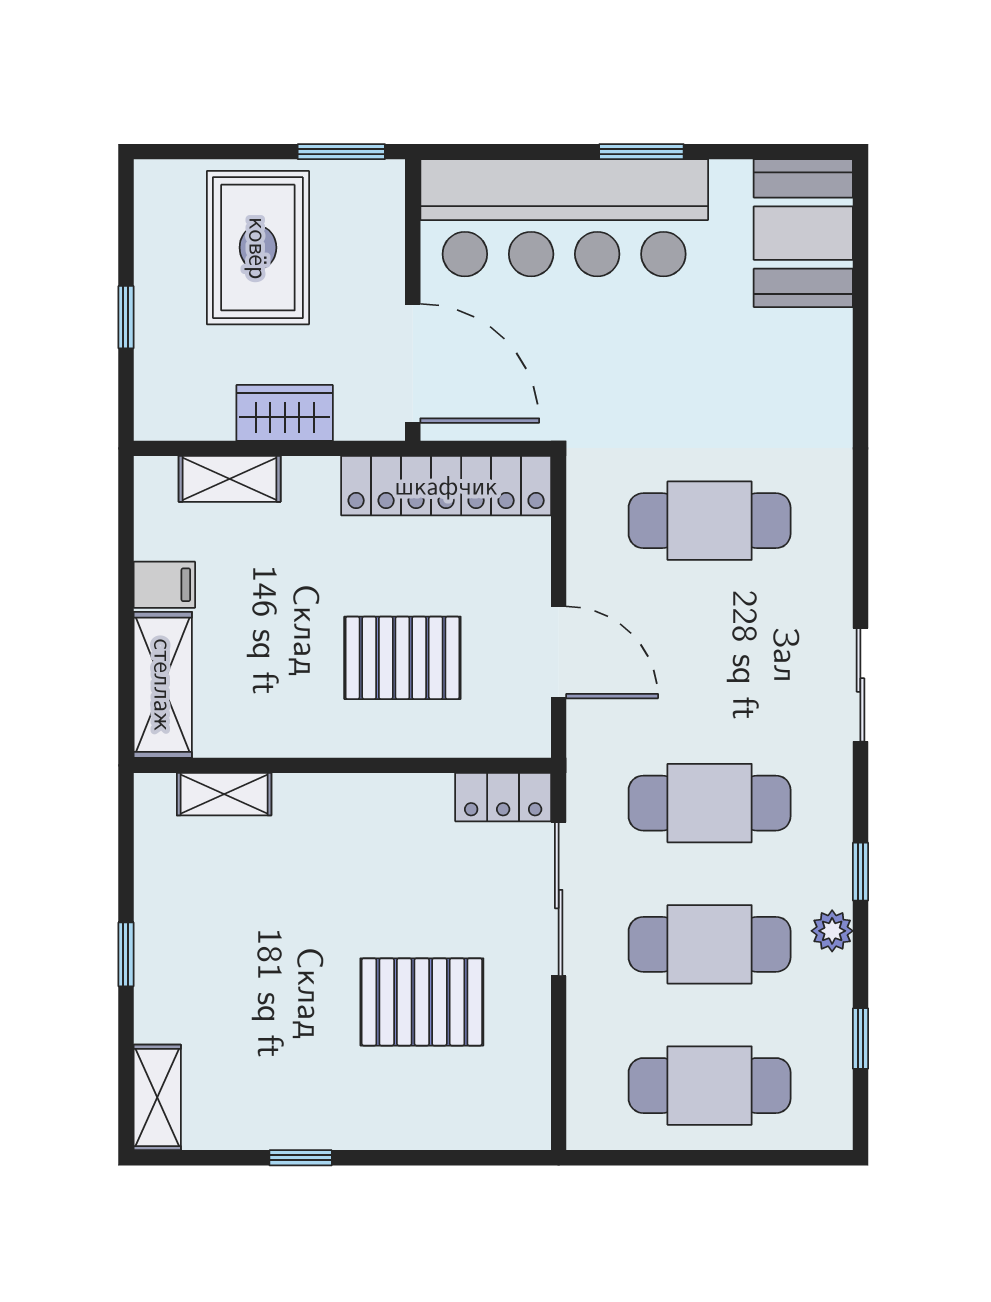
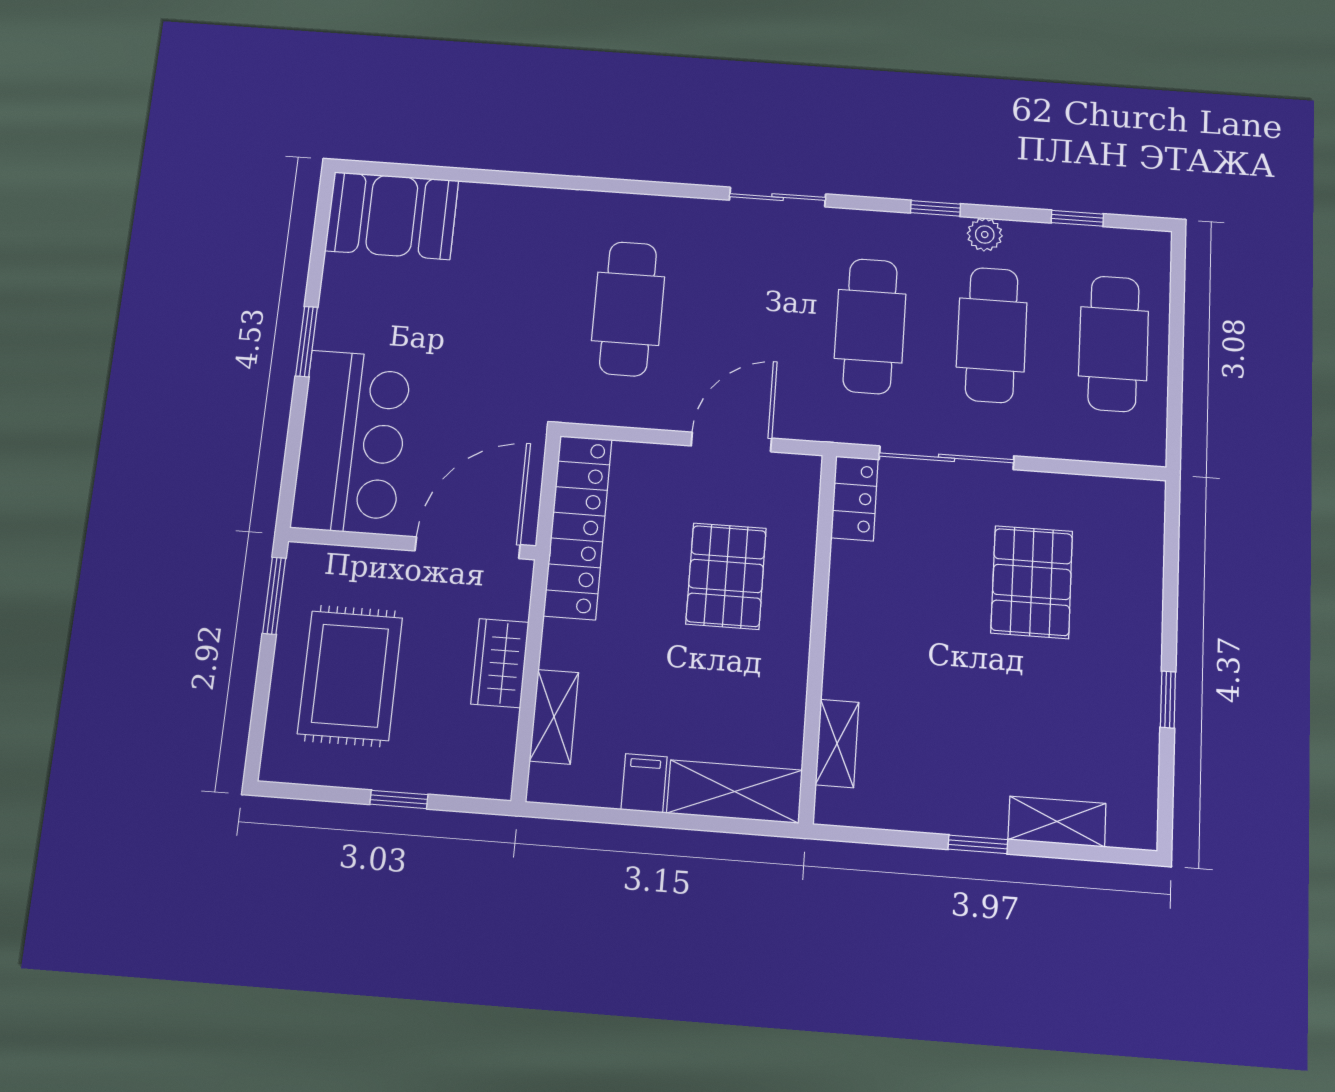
bar counter: (564, 218) -> (352, 442), width x0.73
rug: (258, 248) -> (350, 676), turned 90
shelving: (157, 1097) -> (1057, 822), moved

